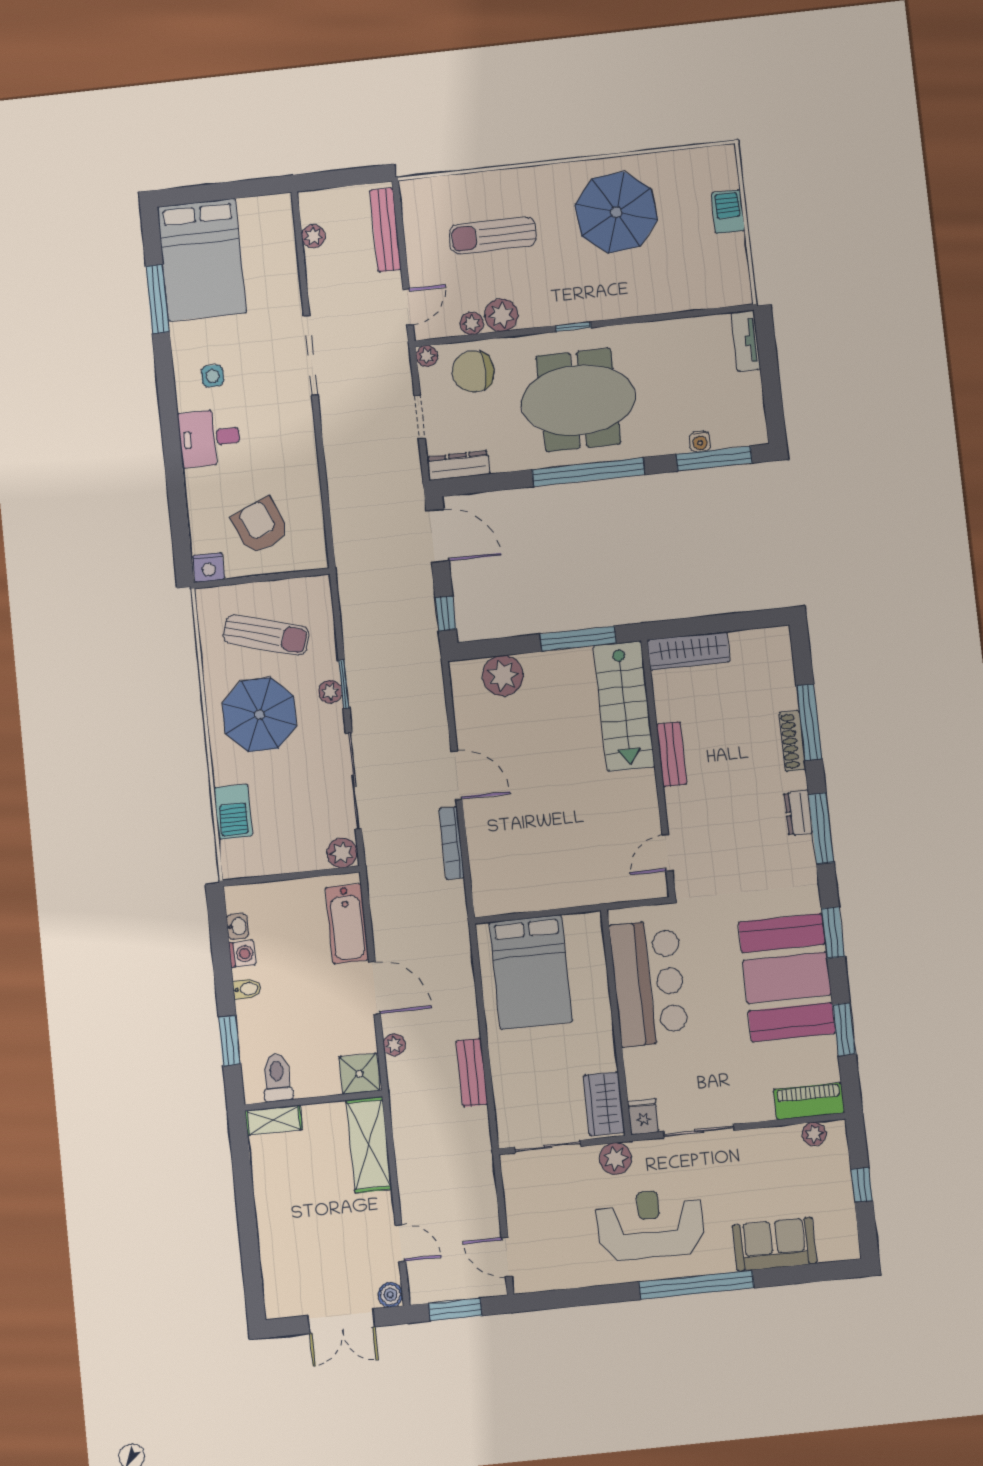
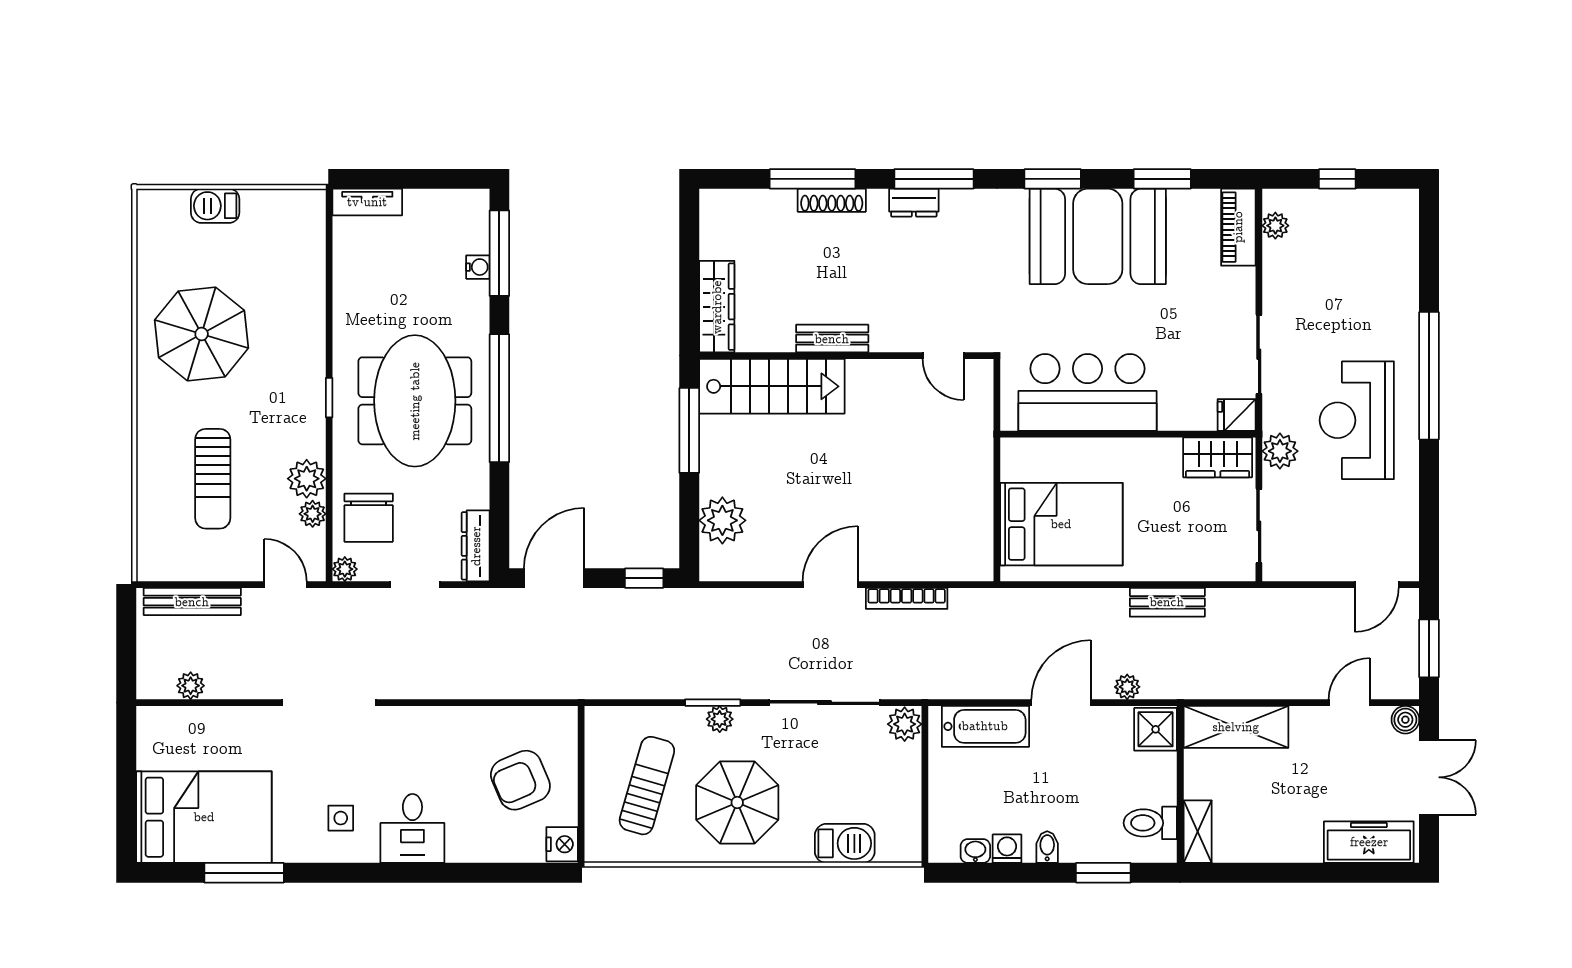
sofa: (775, 1244) -> (1393, 284), removed
freezer: (279, 1273) -> (1369, 842), added

